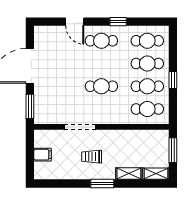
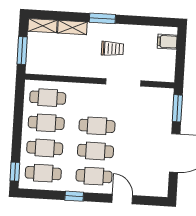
cafe table: (101, 64) -> (95, 151), added
window: (173, 80) -> (15, 172), moved
filing cabinet: (43, 155) -> (167, 42), moved

